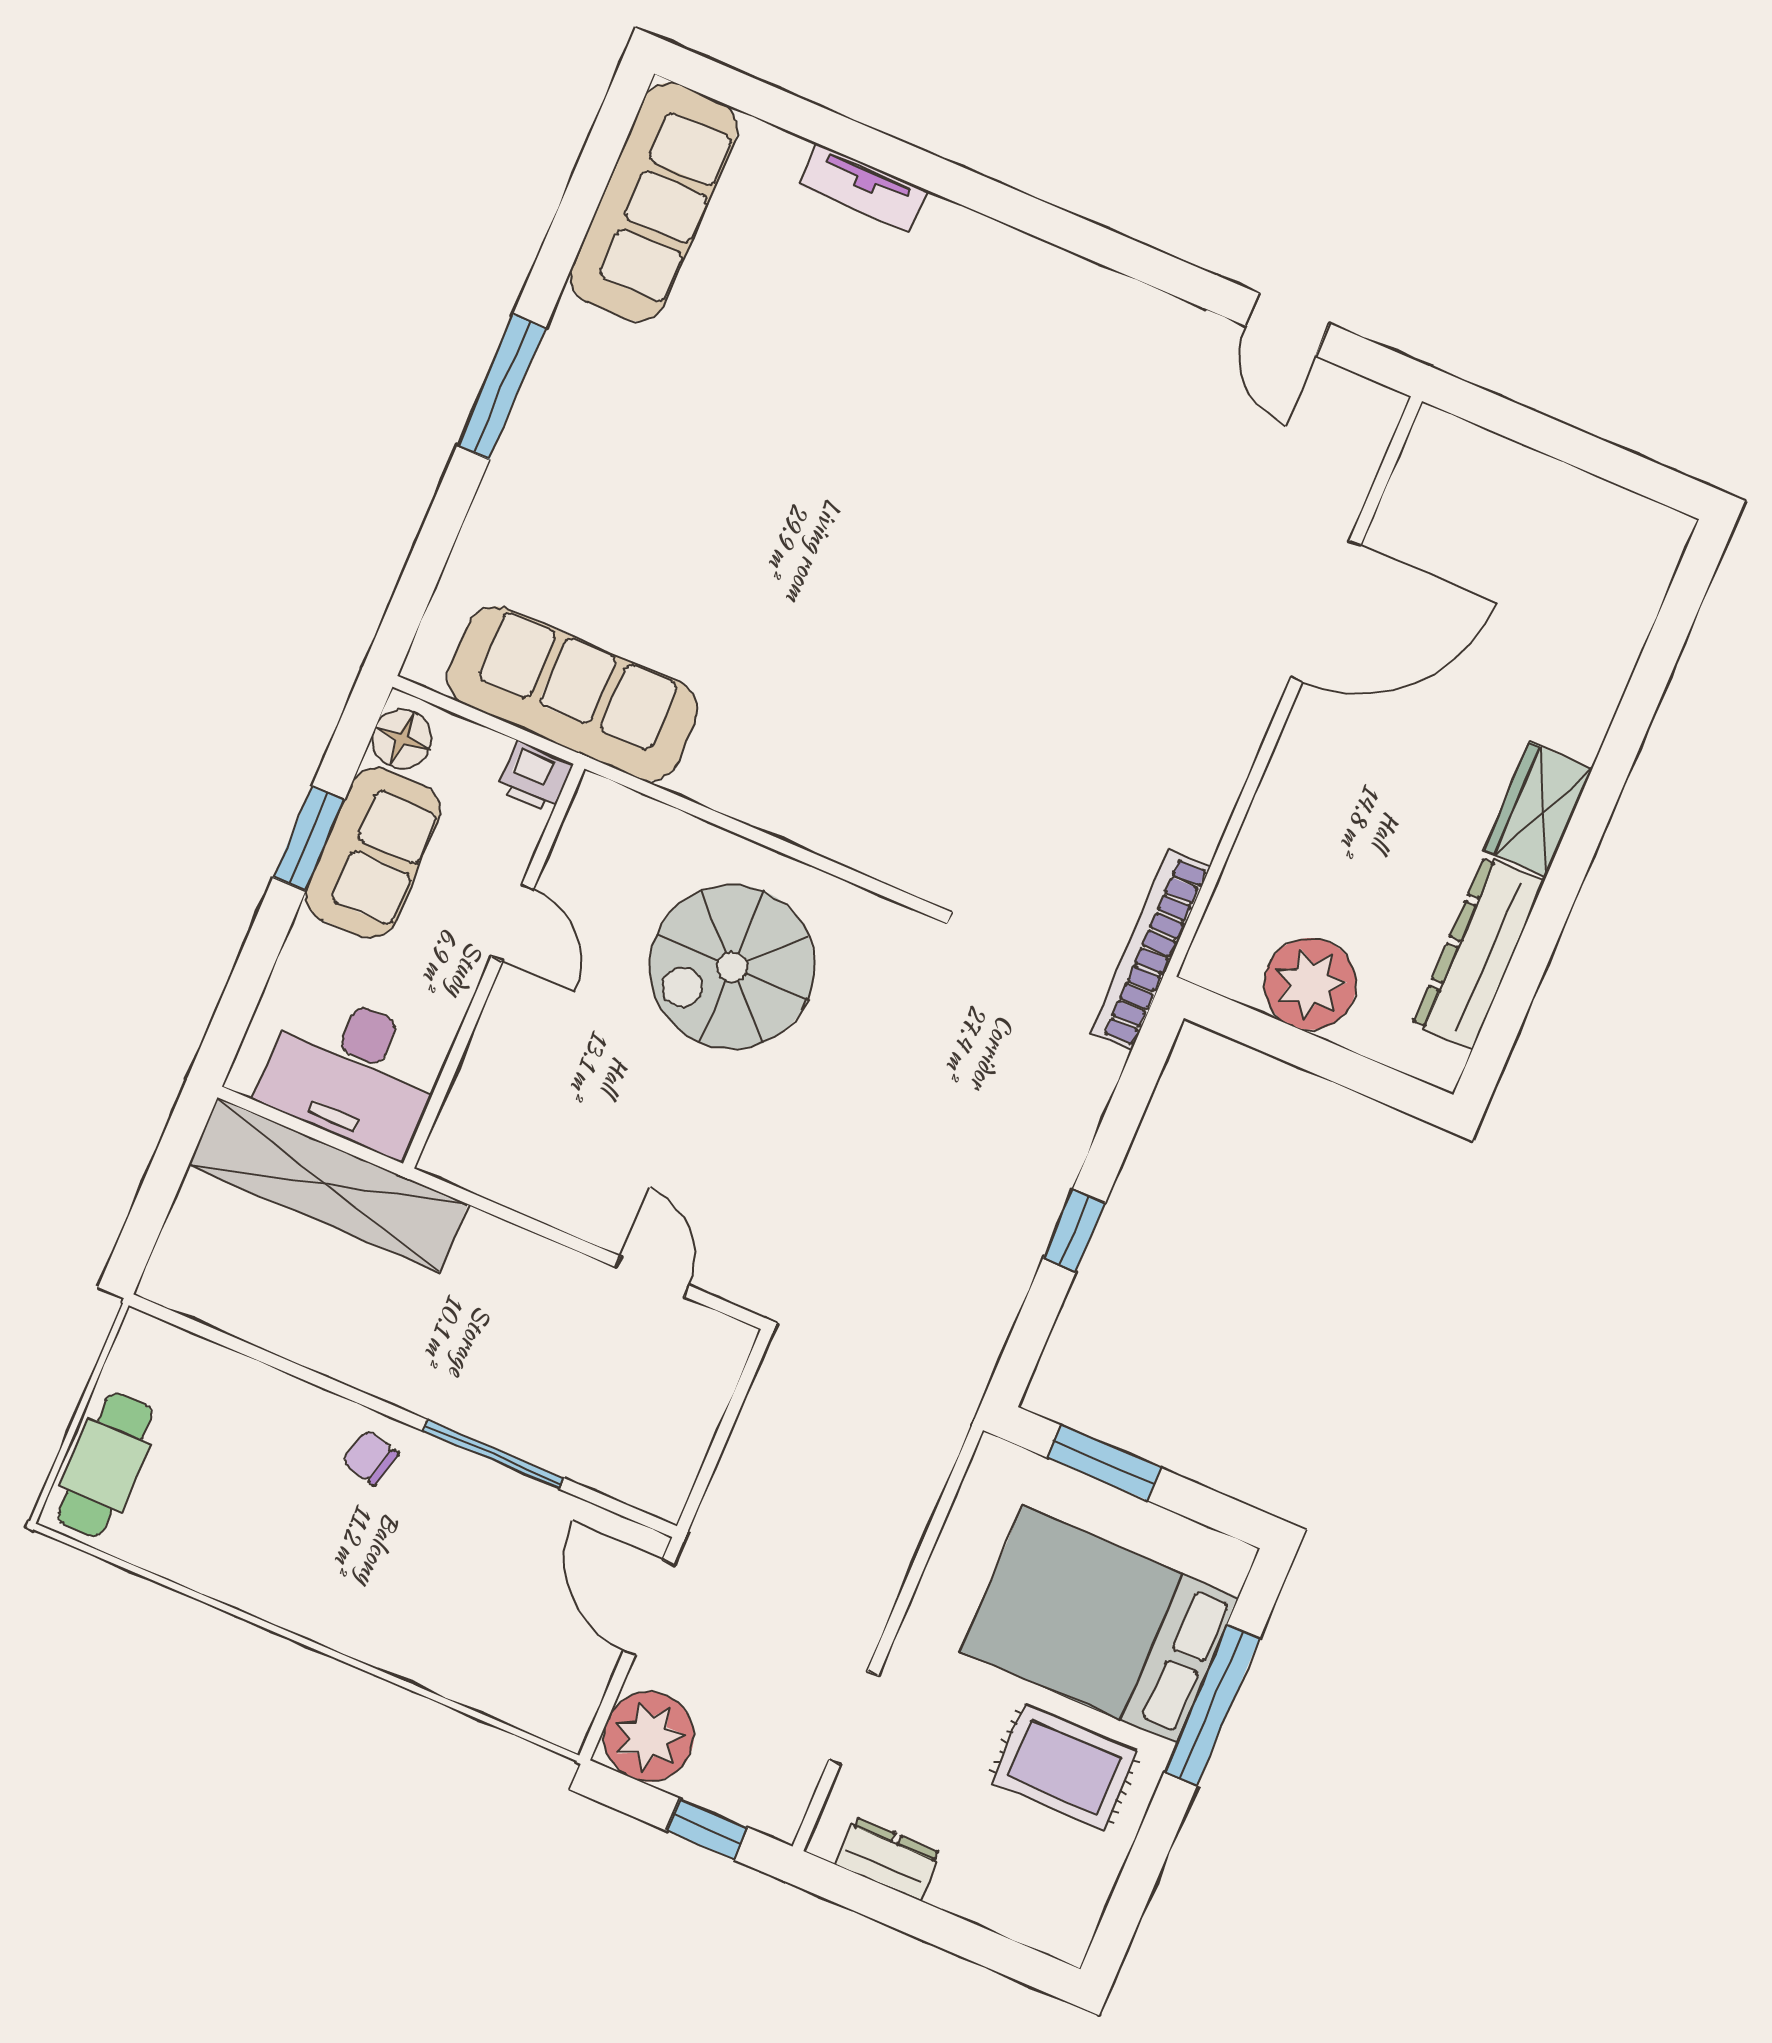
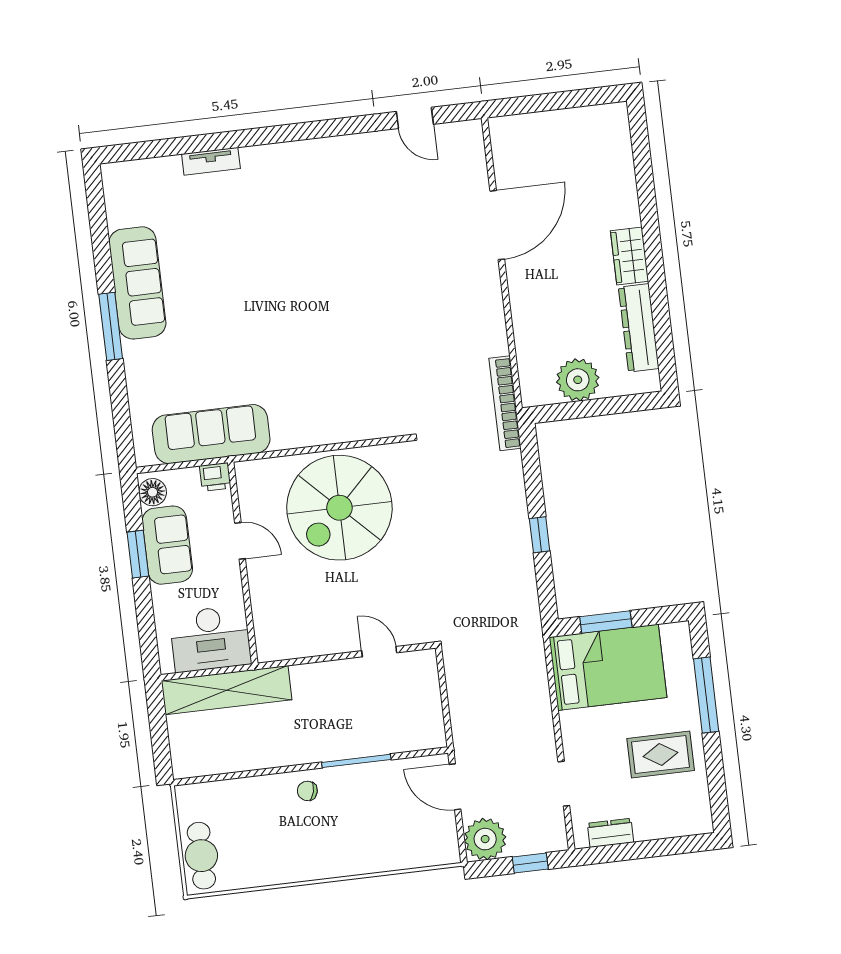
sofa: (654, 202) -> (137, 283), moved
spiral stairs: (732, 967) -> (339, 508), width x1.37, depth x1.37
bed: (1100, 1624) -> (608, 667), moved, turned 180

